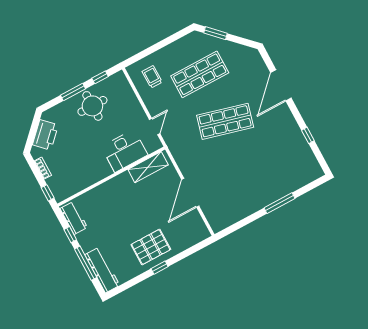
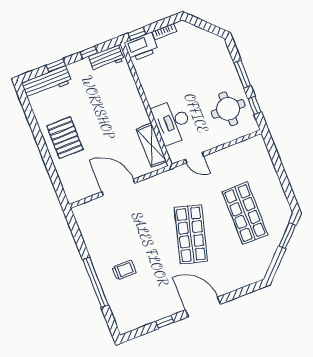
trolley: (152, 77) -> (124, 270), moved
door: (281, 85) -> (203, 307), moved
round table: (92, 106) -> (228, 109), moved
printer: (45, 135) -> (141, 47), moved, turned -45
window: (279, 203) -> (96, 282), width x1.46
window: (86, 263) -> (56, 65), width x0.46
window: (160, 268) -> (42, 145), removed

